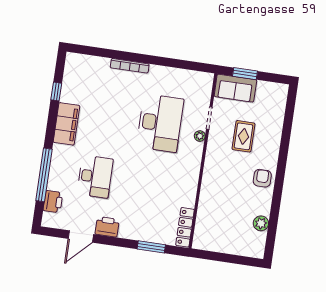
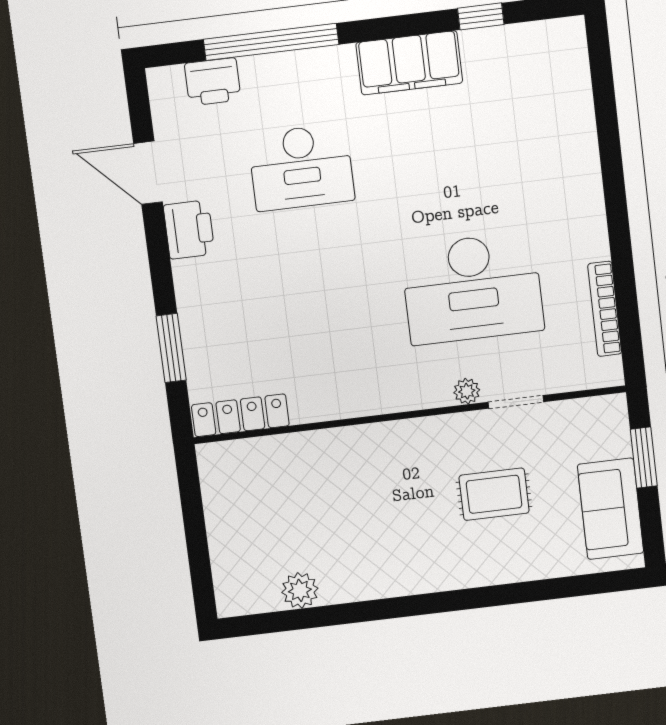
bookcase: (130, 66) -> (605, 309), moved
sofa: (235, 88) -> (610, 509), moved
armchair: (262, 178) -> (407, 565), removed

